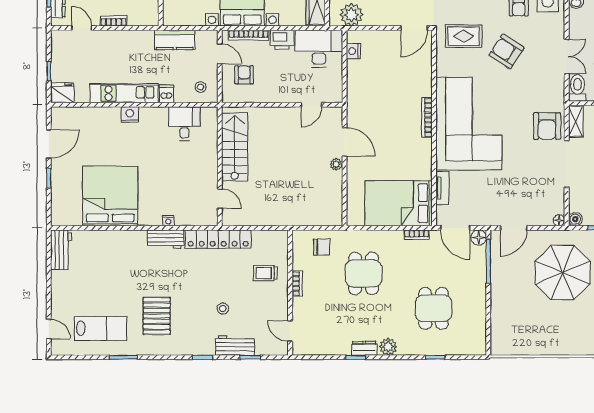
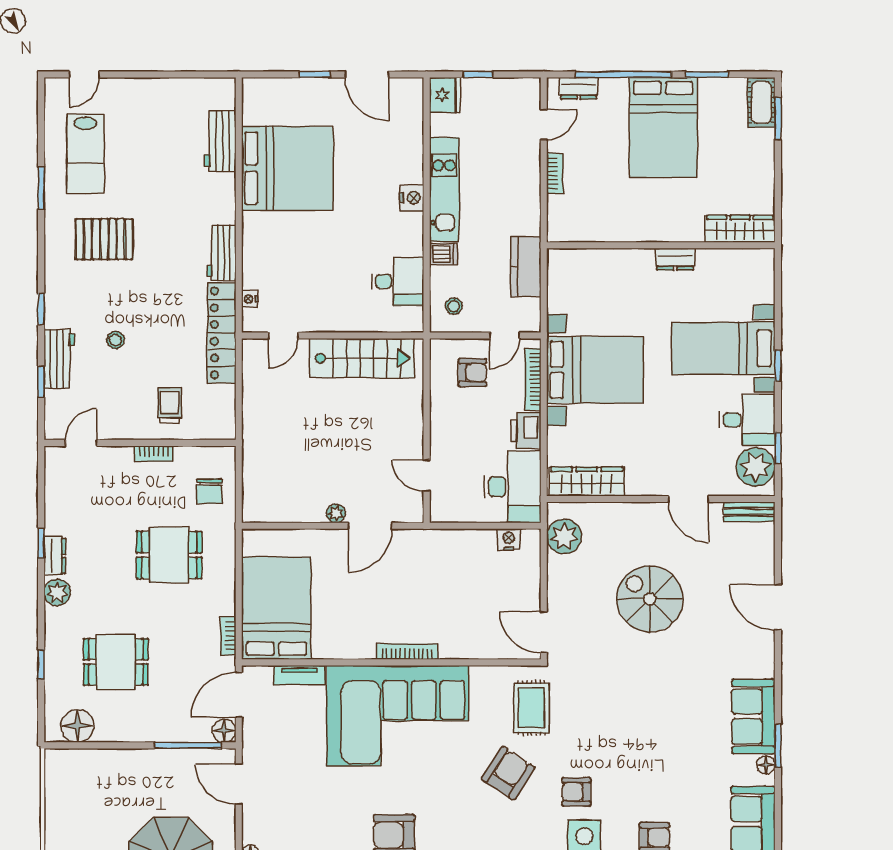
nightstand: (168, 221) -> (250, 299), moved
workbench: (61, 250) -> (220, 141), moved, turned 90
floor lamp: (476, 334) -> (77, 726), added

